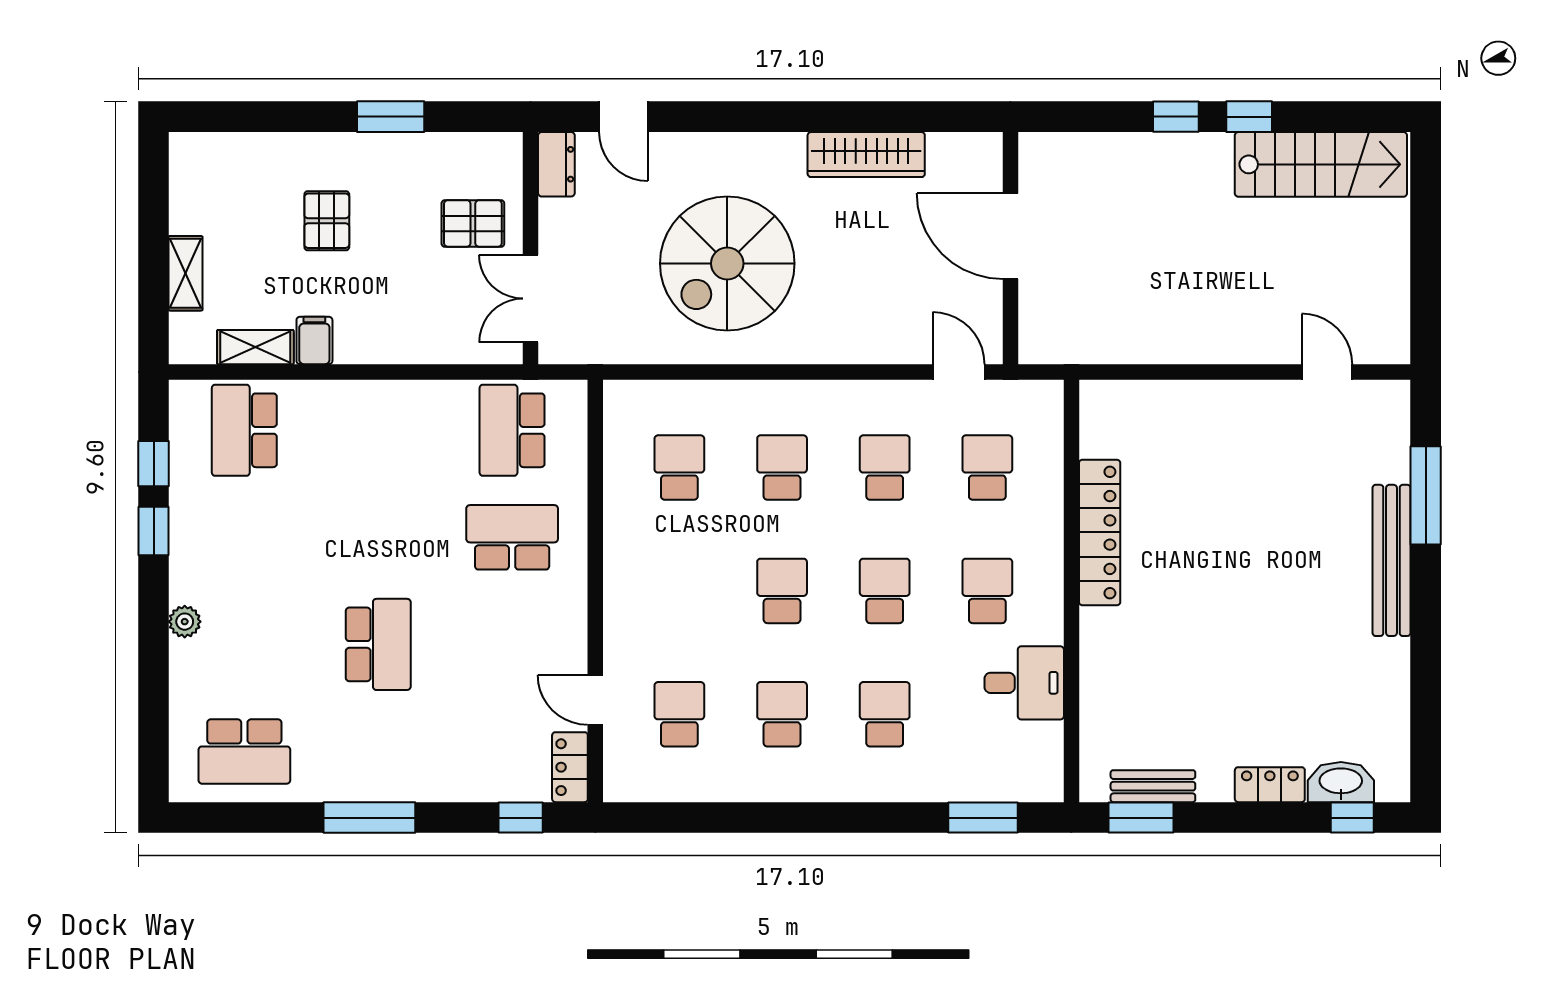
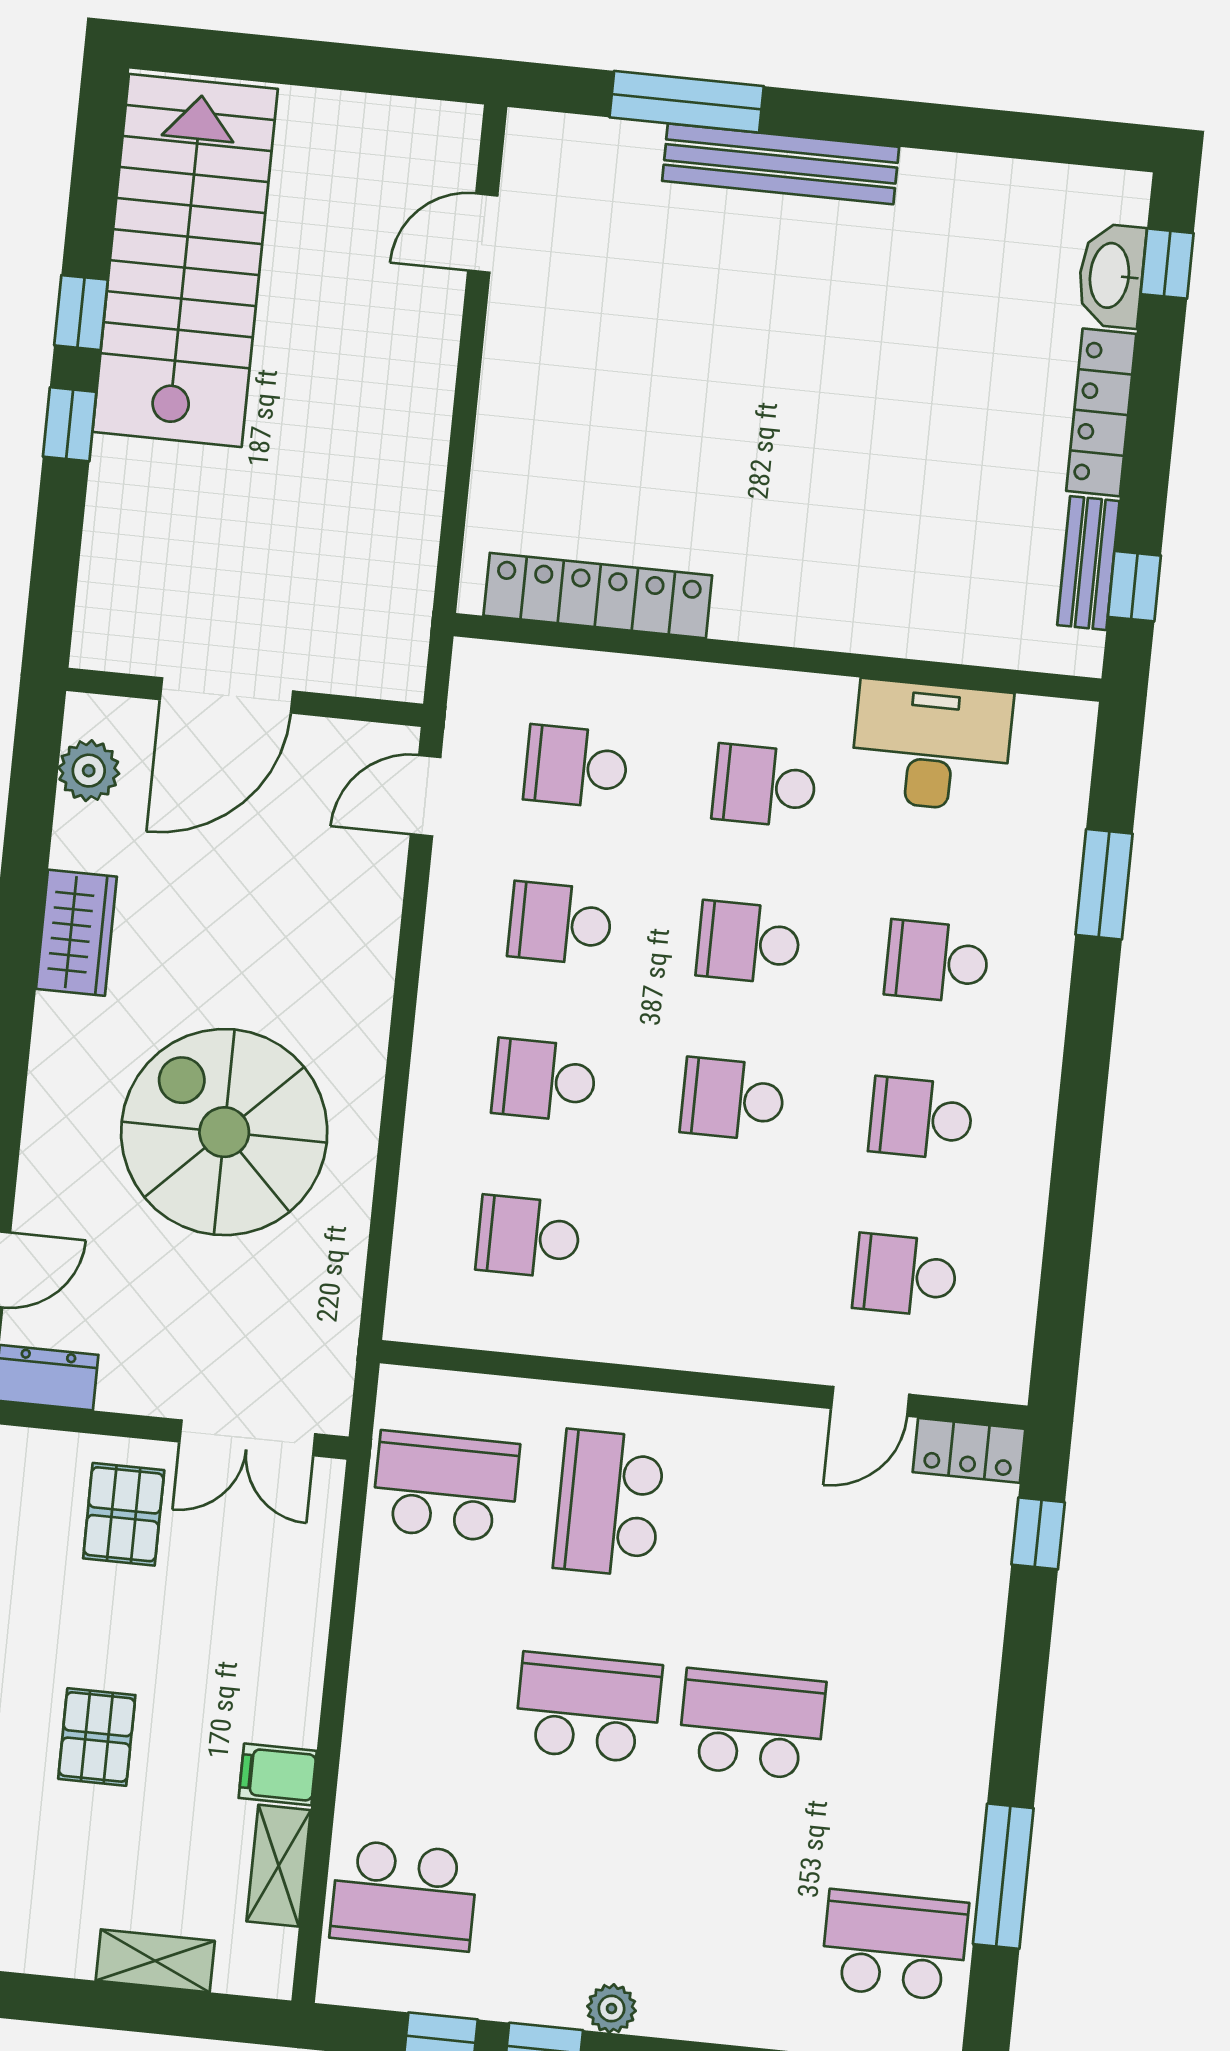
plant: (953, 152) -> (89, 771), added
wardrobe: (866, 155) -> (76, 933), width x0.67
stairs: (1321, 164) -> (185, 260), width x1.36, depth x1.51
pallet: (327, 221) -> (97, 1737), turned 90
spiral stairs: (727, 263) -> (224, 1132), turned 180
school desk: (512, 430) -> (446, 1487), turned 180
locker: (1100, 532) -> (598, 596), moved
school desk: (378, 537) -> (588, 1708), added
plant: (185, 622) -> (611, 2008), moved
desk: (1024, 683) -> (932, 746), width x1.37
school desk: (244, 751) -> (894, 1945), turned -90
locker: (1270, 785) -> (1101, 412), width x1.53
window: (369, 818) -> (1003, 1876), moved
window: (983, 818) -> (1104, 884), moved
window: (1141, 818) -> (1134, 586), width x0.67

